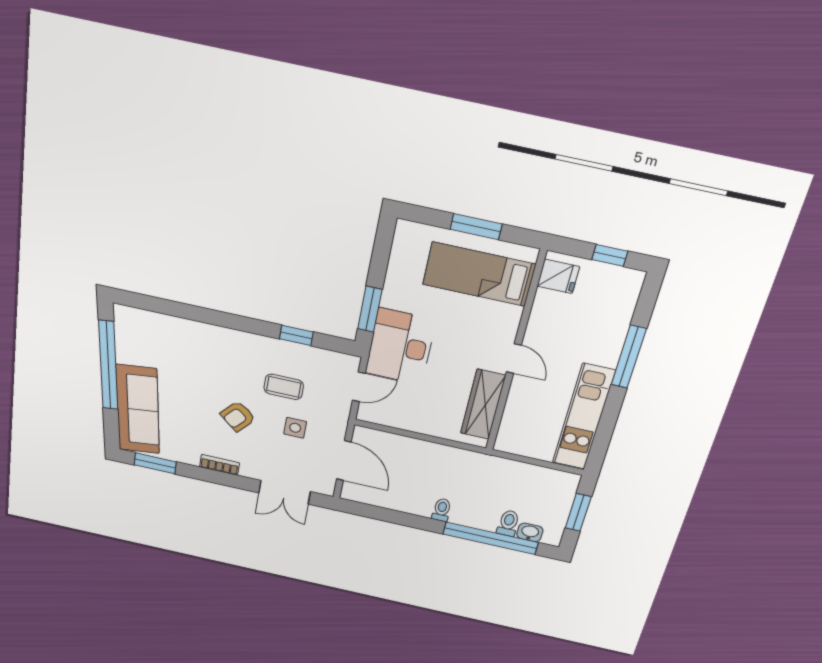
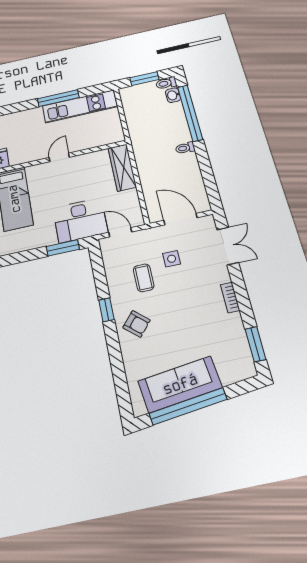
window: (296, 335) -> (106, 310), moved
window: (629, 357) -> (58, 98), moved
wardrobe: (483, 404) -> (122, 167), moved, turned 90
sofa: (138, 409) -> (180, 384), moved
armchair: (238, 416) -> (137, 324), moved
door: (344, 461) -> (180, 219), hinge flipped
toilet: (508, 523) -> (166, 83), moved

